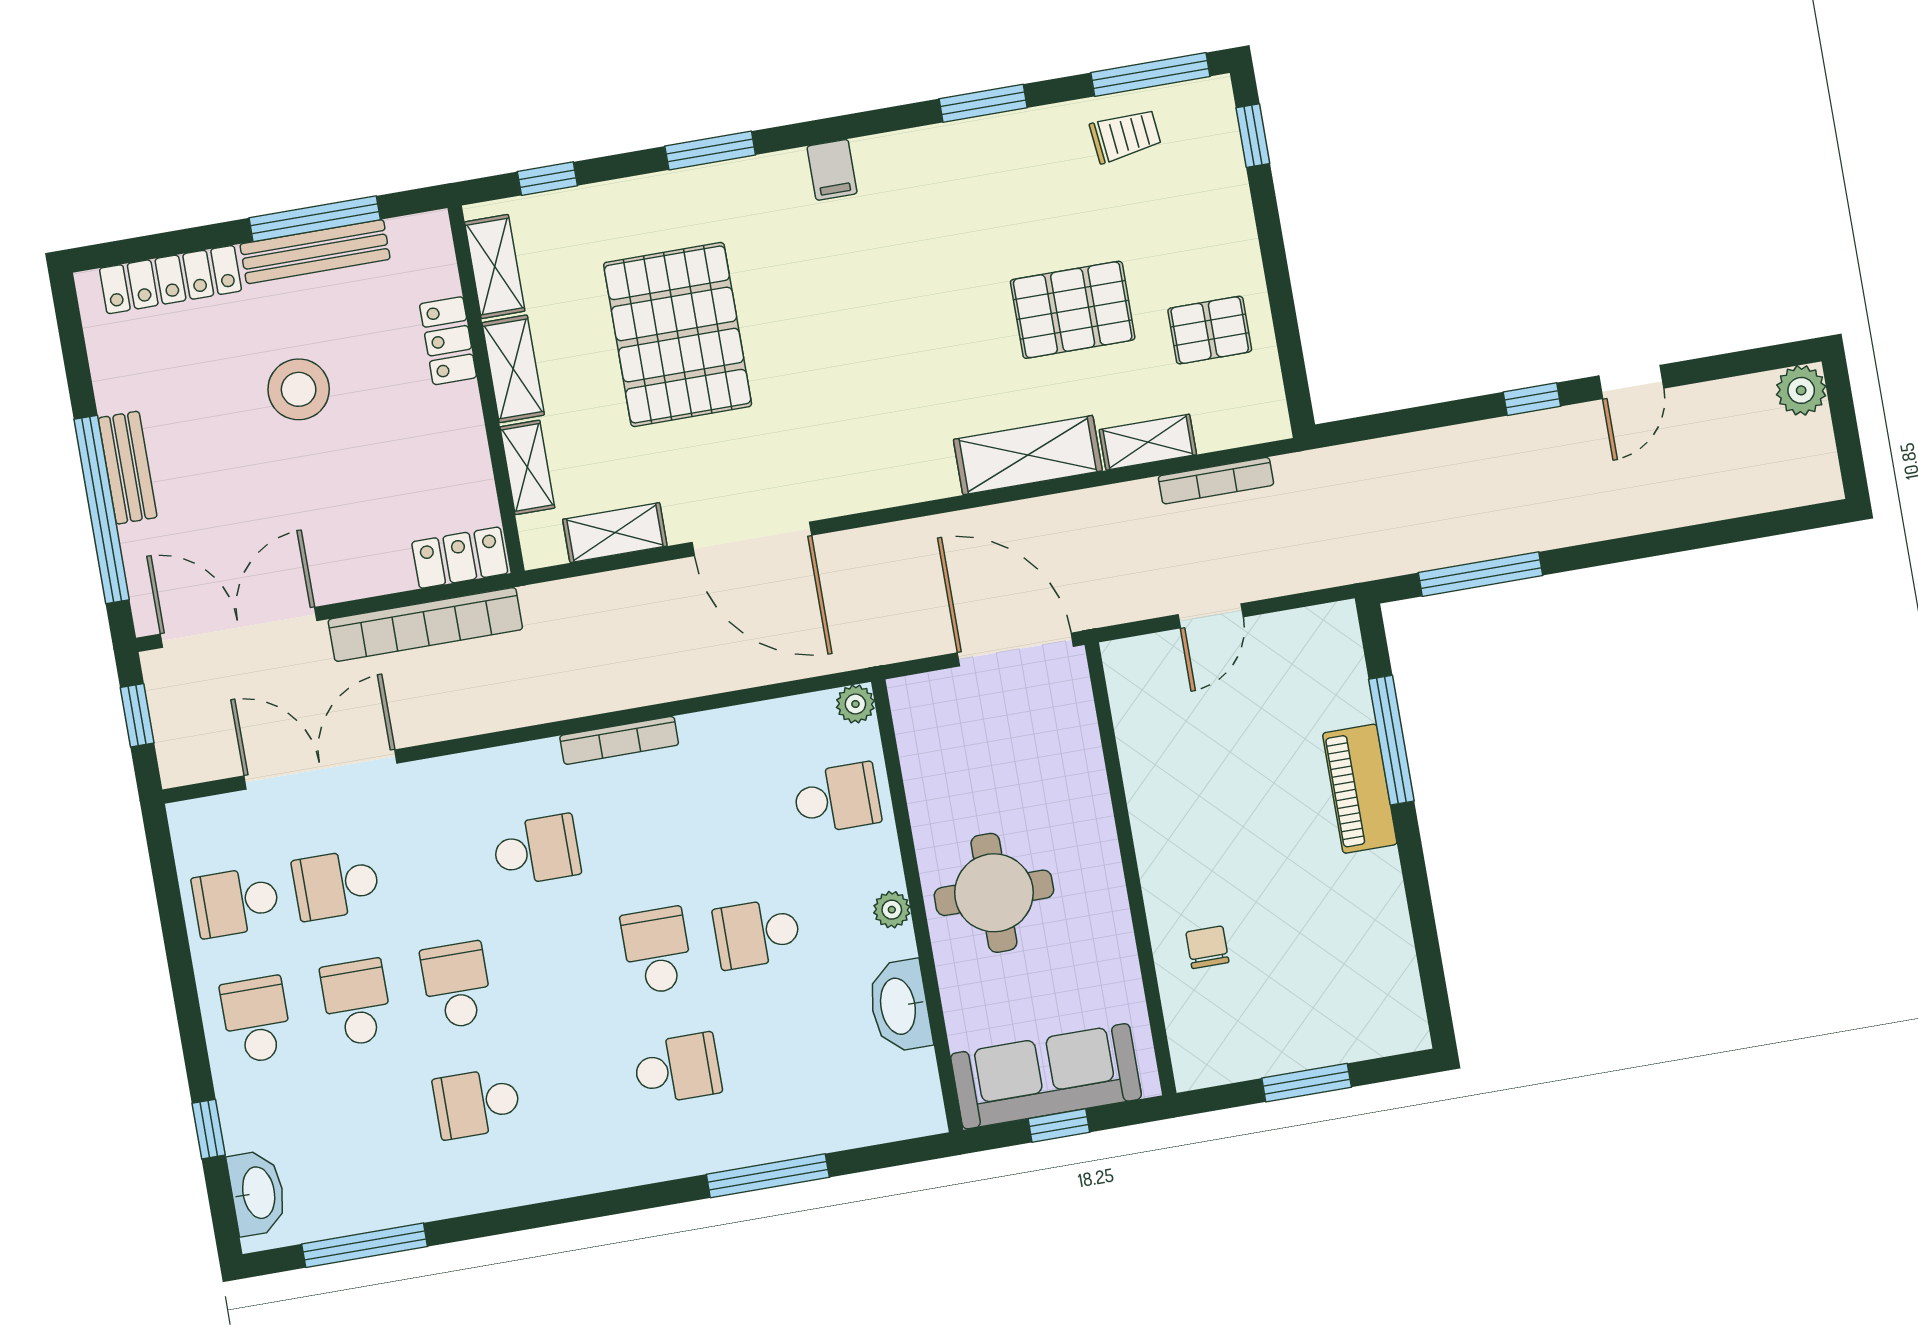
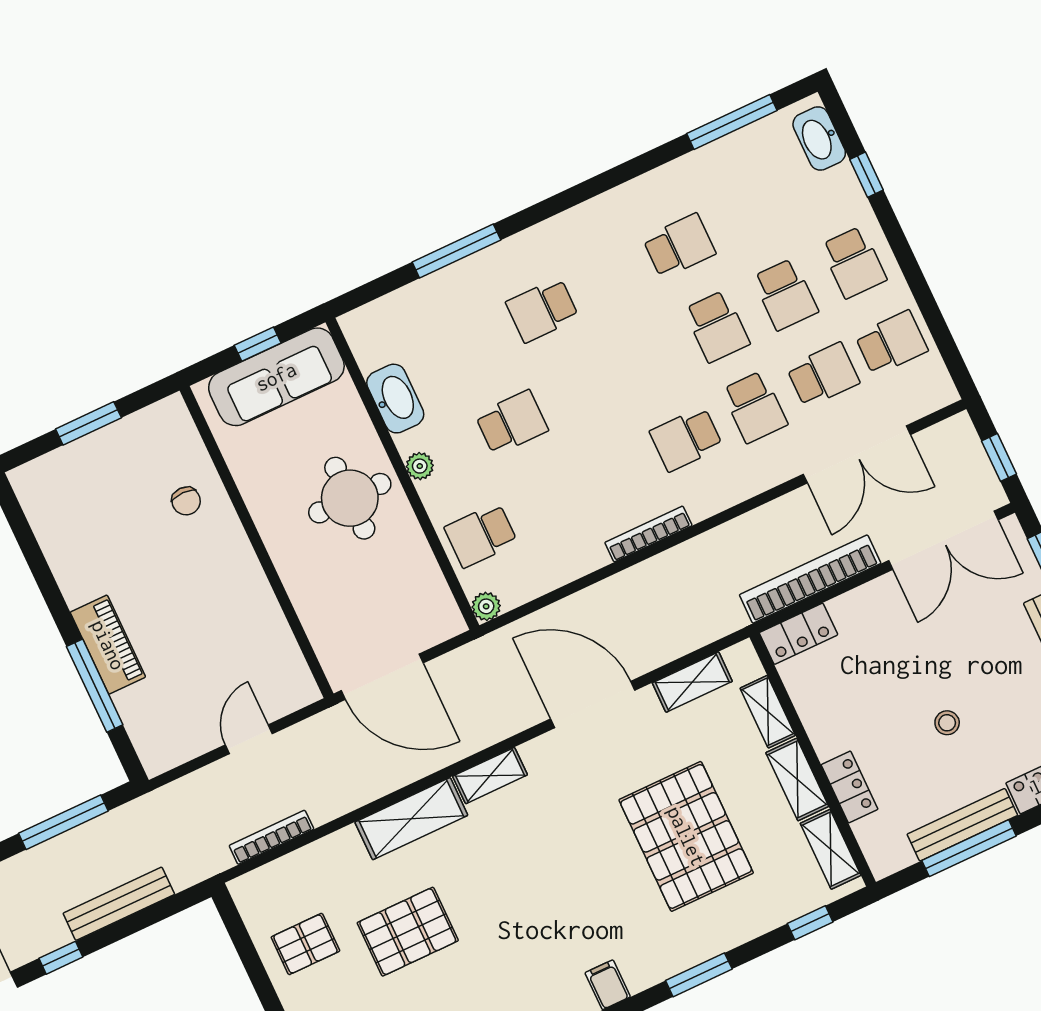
stool: (299, 389) -> (947, 723), width x0.53, depth x0.53
shelving: (1148, 442) -> (490, 776), moved
bench: (1438, 449) -> (119, 904), added
school desk: (657, 951) -> (755, 407), moved

